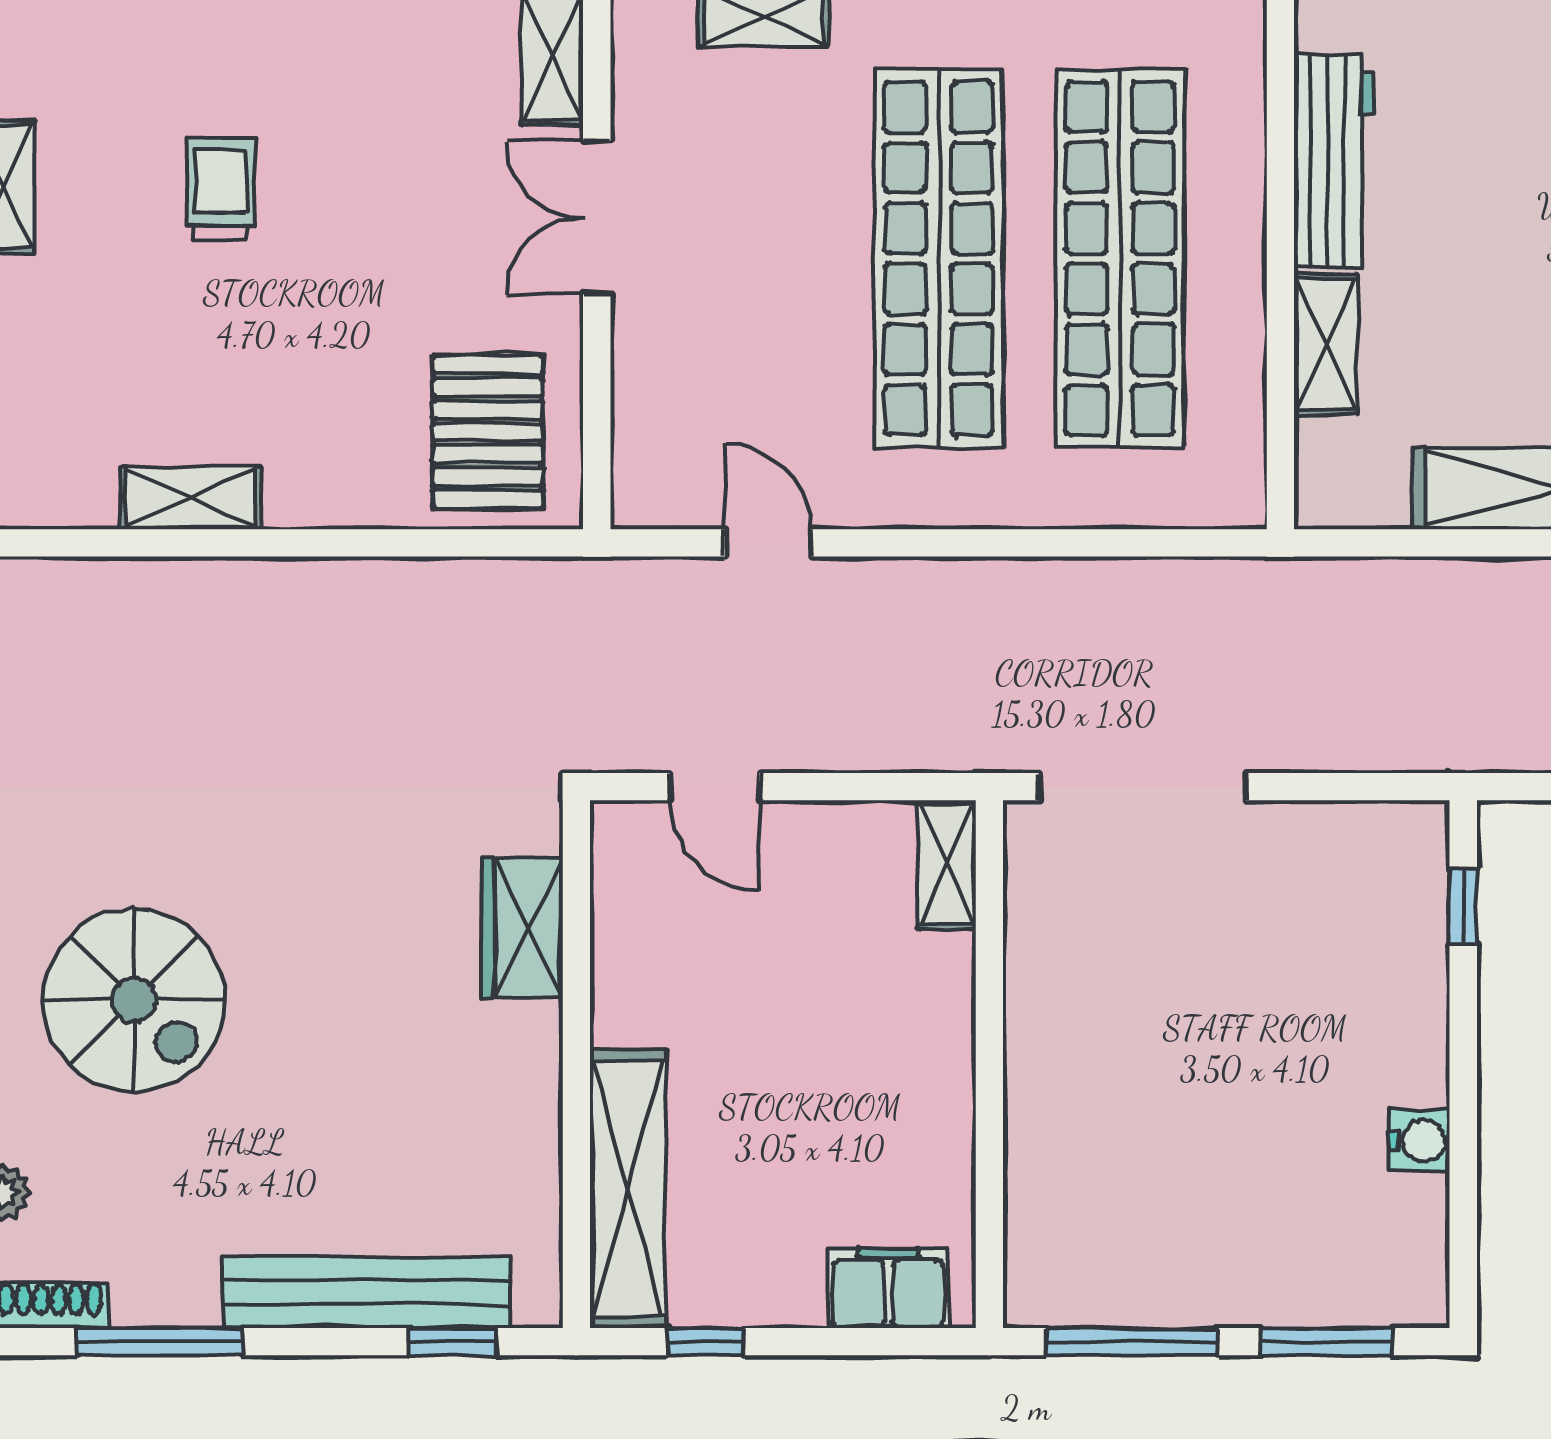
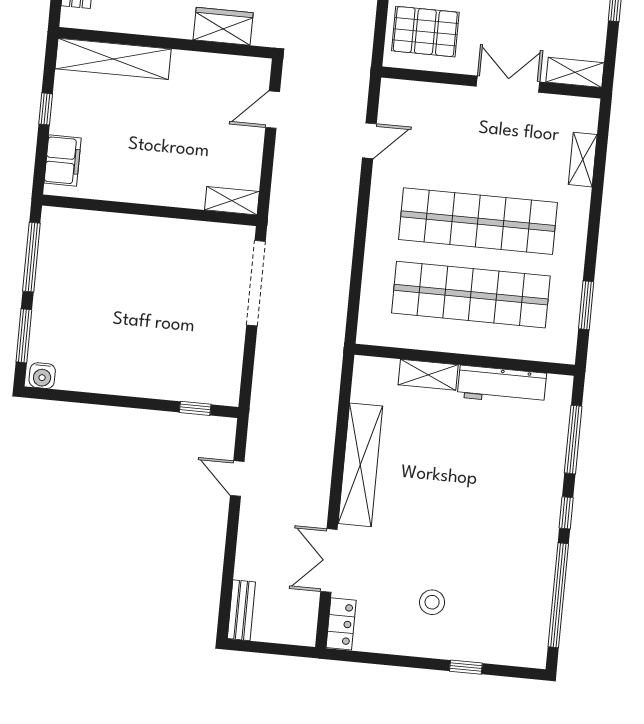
water cooler: (1419, 1141) -> (42, 376), moved
window: (706, 1342) -> (46, 109), moved

